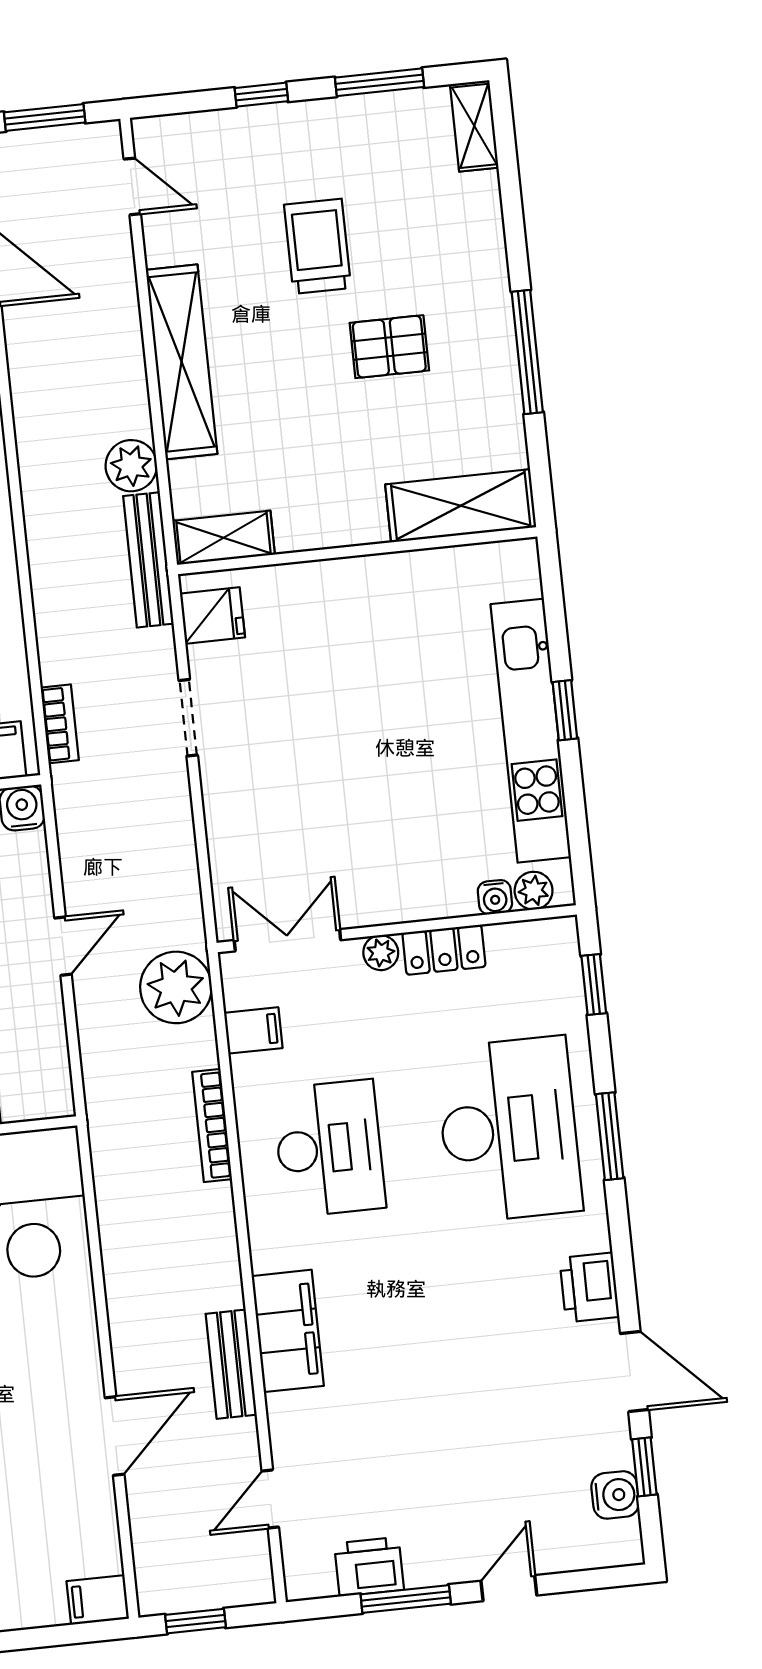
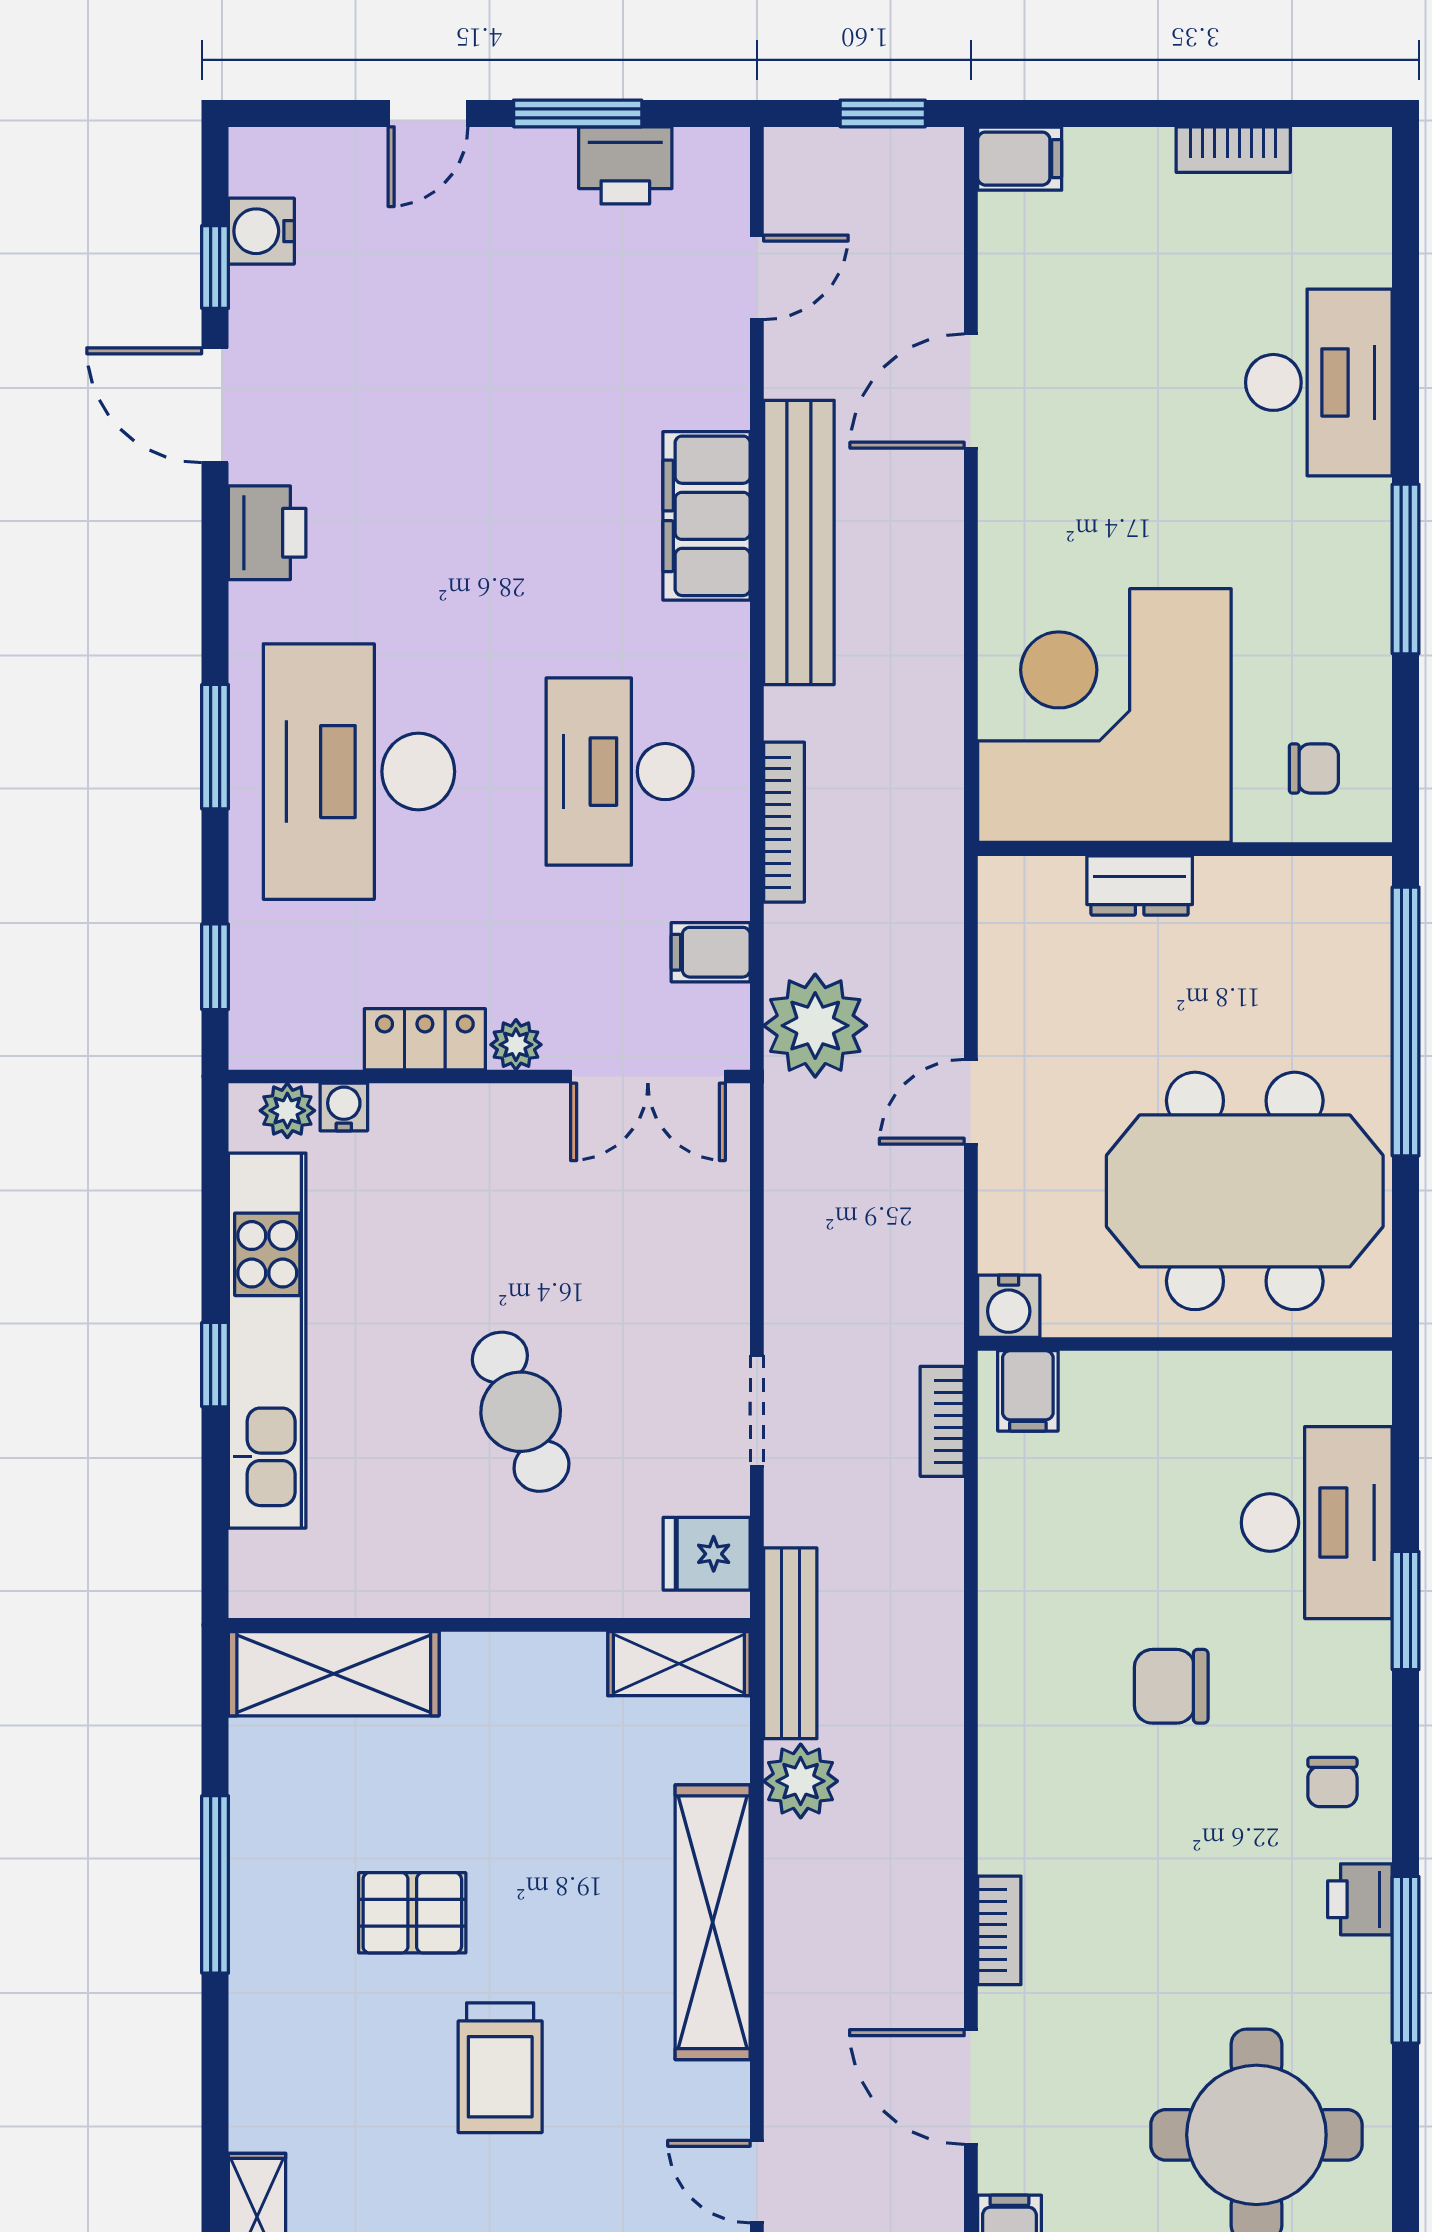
cafe table: (351, 700) -> (521, 1412), added
bench: (231, 1364) -> (799, 542), width x1.86, depth x1.21

